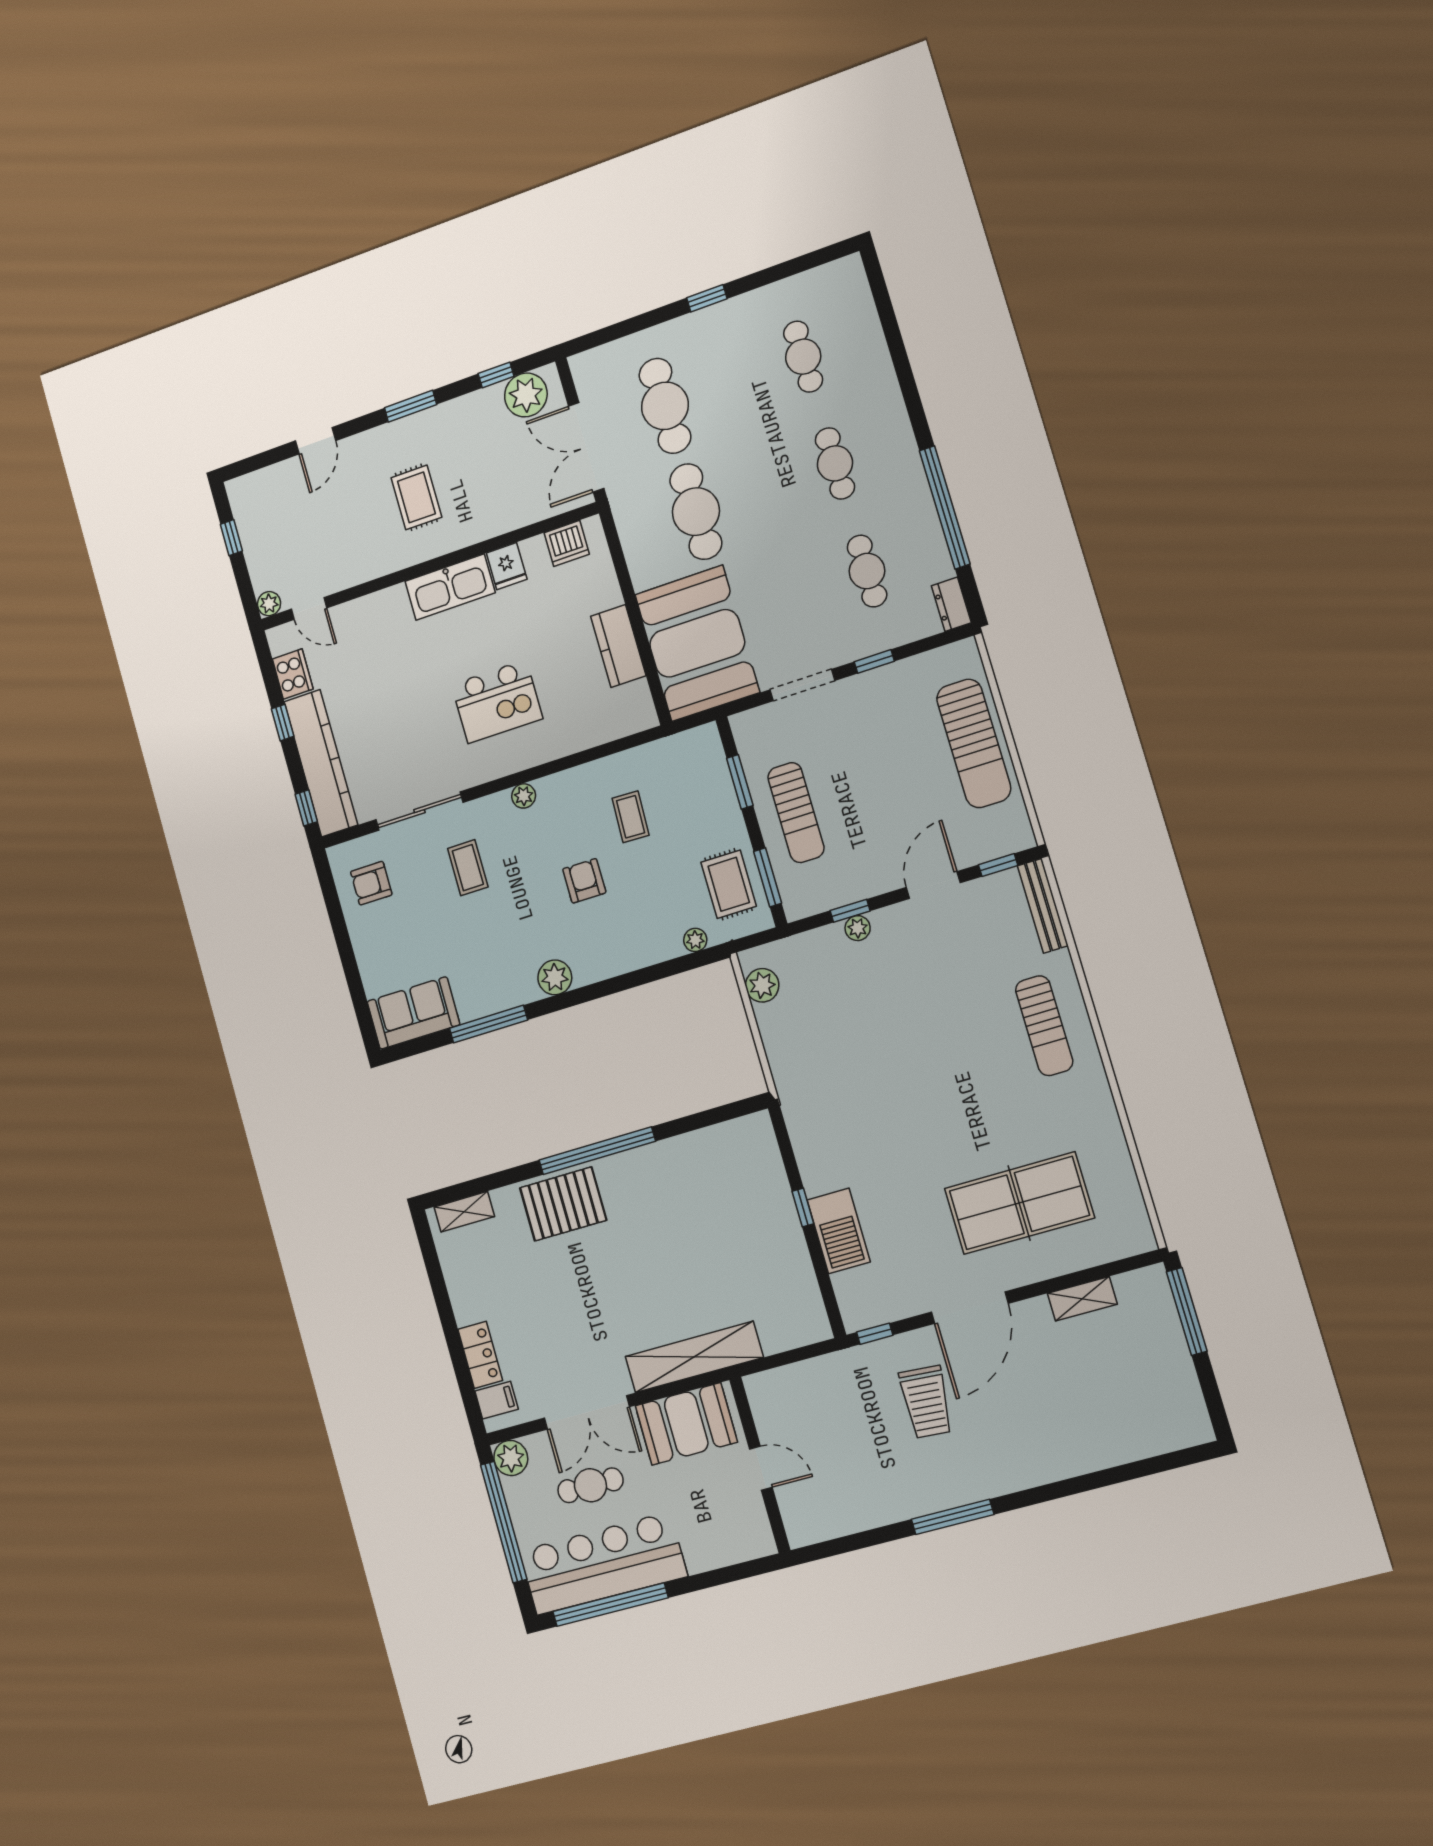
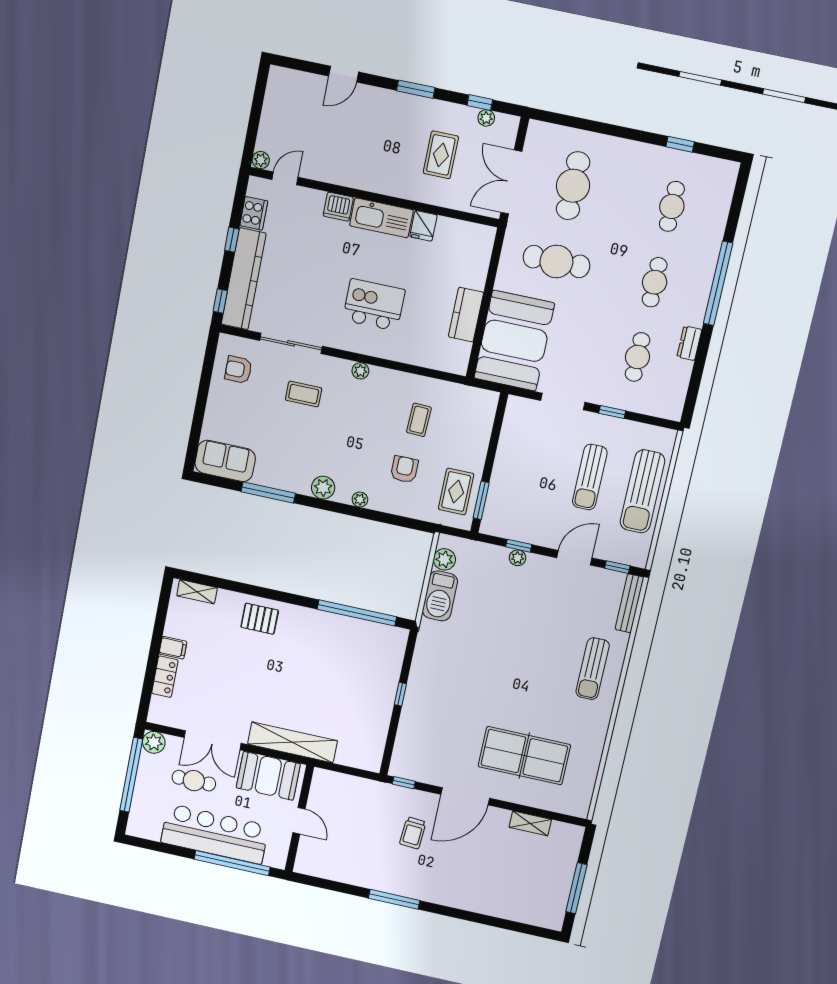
window: (707, 298) -> (680, 144), moved
plant: (526, 395) -> (486, 118), width x0.53, depth x0.53
rug: (416, 497) -> (441, 155), moved
window: (945, 507) -> (718, 283), moved
cafe table: (696, 512) -> (556, 262), turned 90
window: (231, 538) -> (257, 103), removed
dishwasher: (567, 543) -> (338, 207), moved
dresser: (951, 604) -> (689, 343), moved
door: (309, 609) -> (285, 178), swing flipped
kitchen island: (497, 702) -> (374, 305), turned 180
window: (740, 782) -> (495, 436), removed
sun lounger: (796, 813) -> (590, 477), moved
coffee table: (468, 868) -> (304, 394), turned 90
armchair: (584, 881) -> (404, 469), moved
plant: (695, 940) -> (360, 499), moved
window: (597, 1151) -> (357, 613), moved
pallet: (563, 1204) -> (260, 619), width x0.67, depth x0.71
barbecue: (839, 1231) -> (440, 596), moved
window: (1187, 1311) -> (576, 888), moved
filing cabinet: (497, 1400) -> (173, 648), moved
trolley: (926, 1402) -> (413, 833), width x0.73, depth x0.72
bar counter: (603, 1564) -> (215, 834), moved
window: (610, 1605) -> (232, 863), moved

